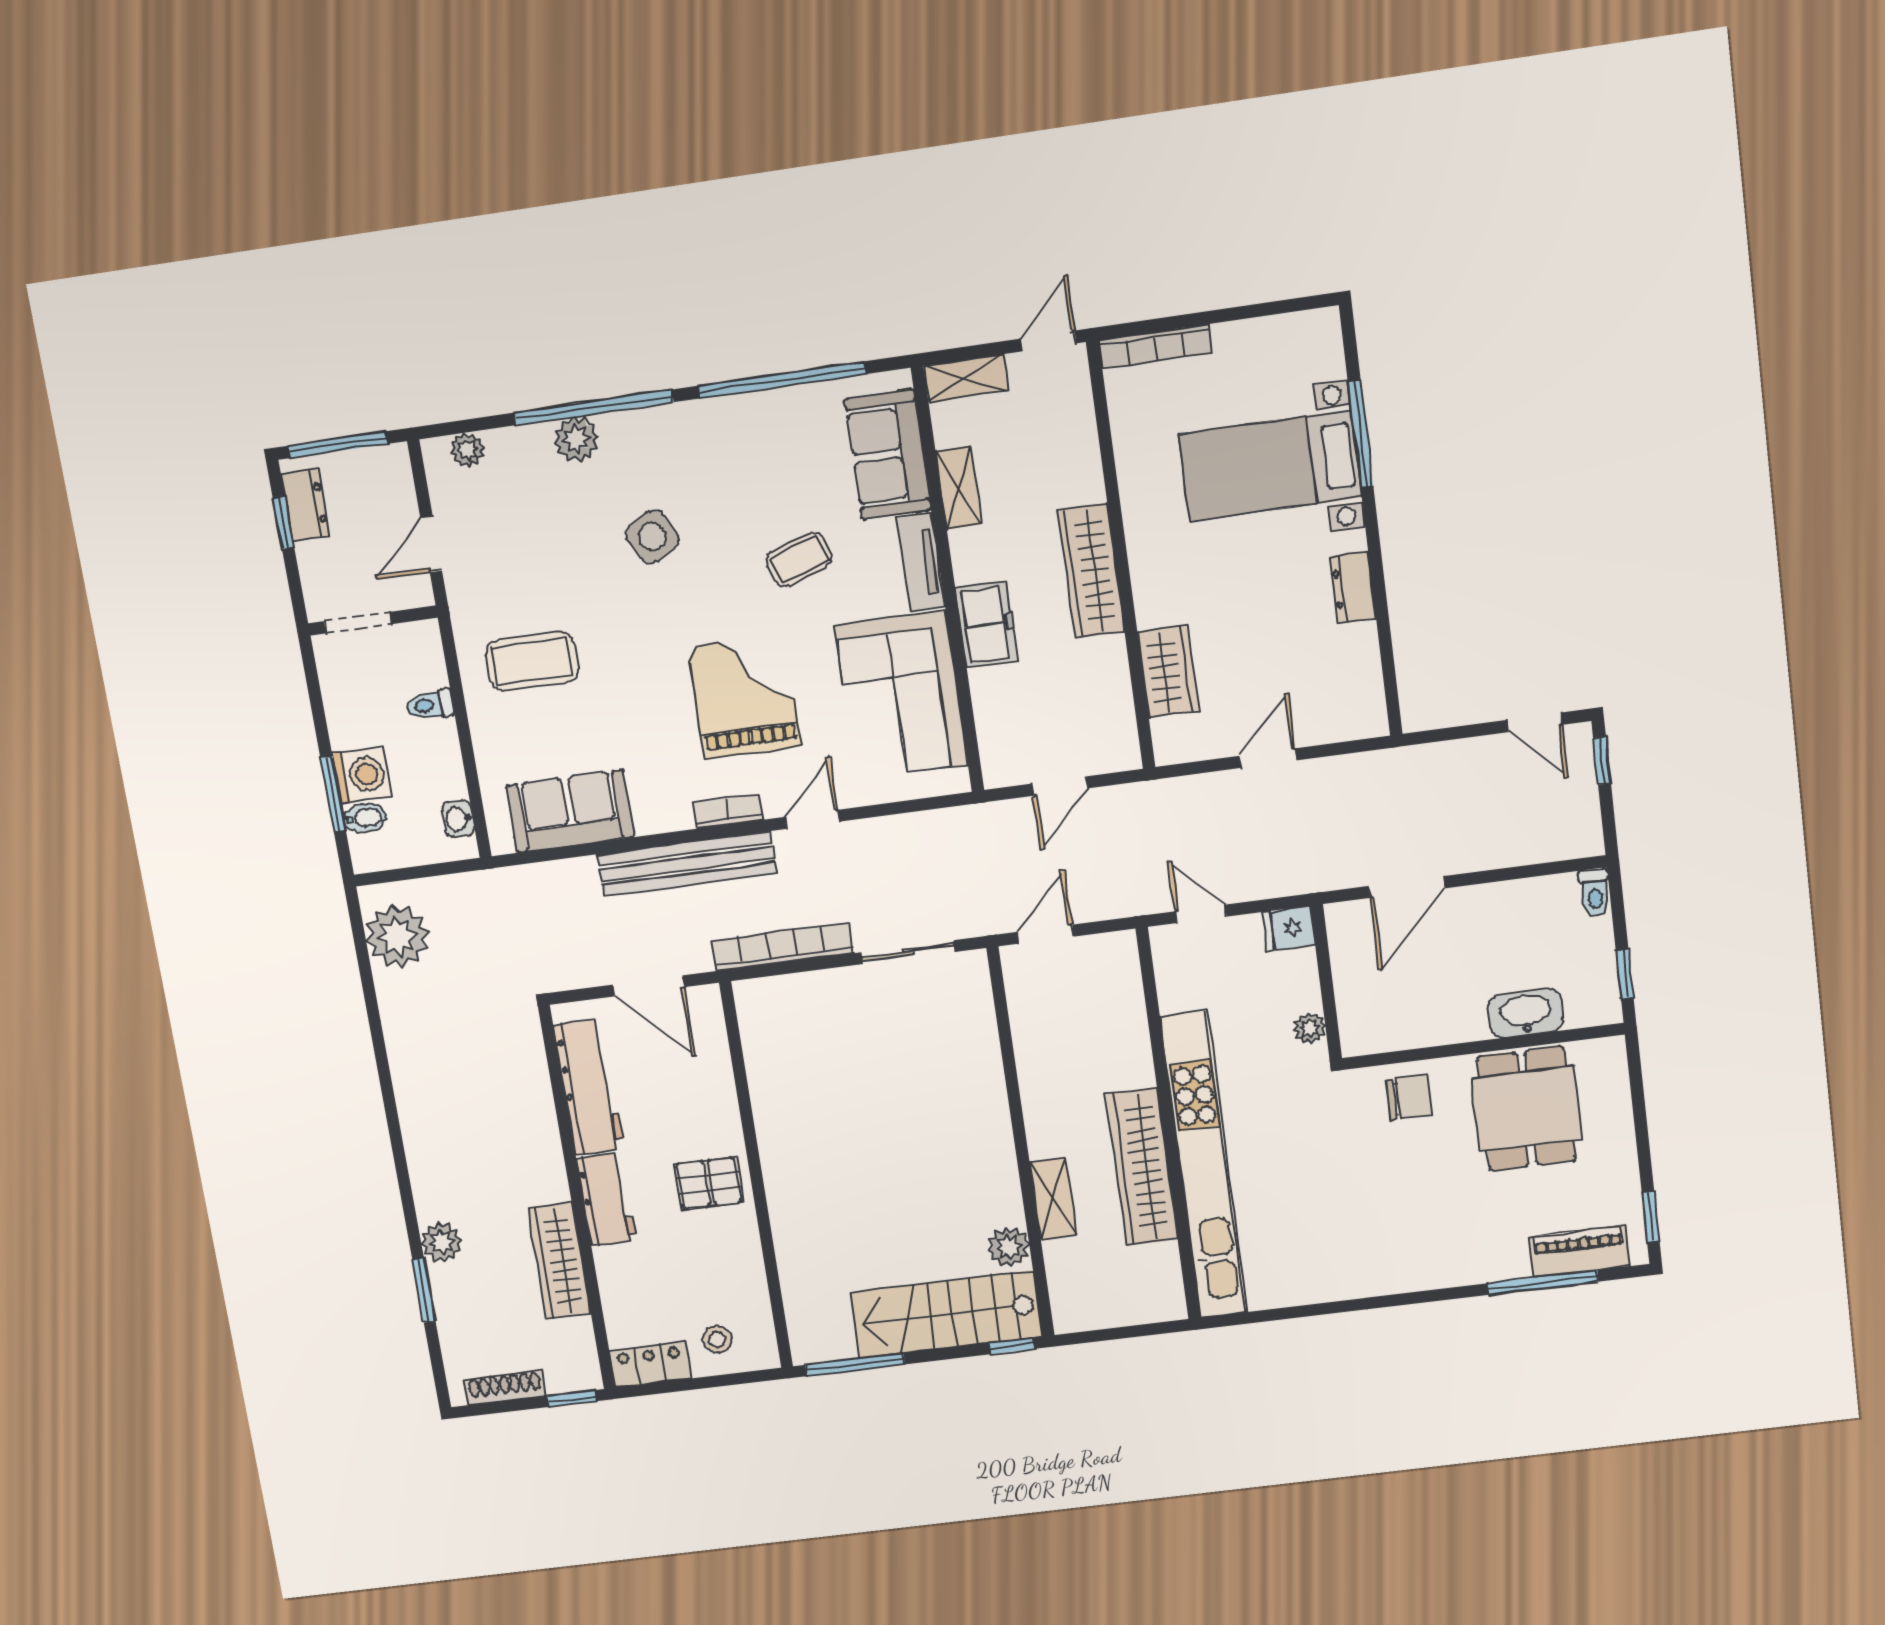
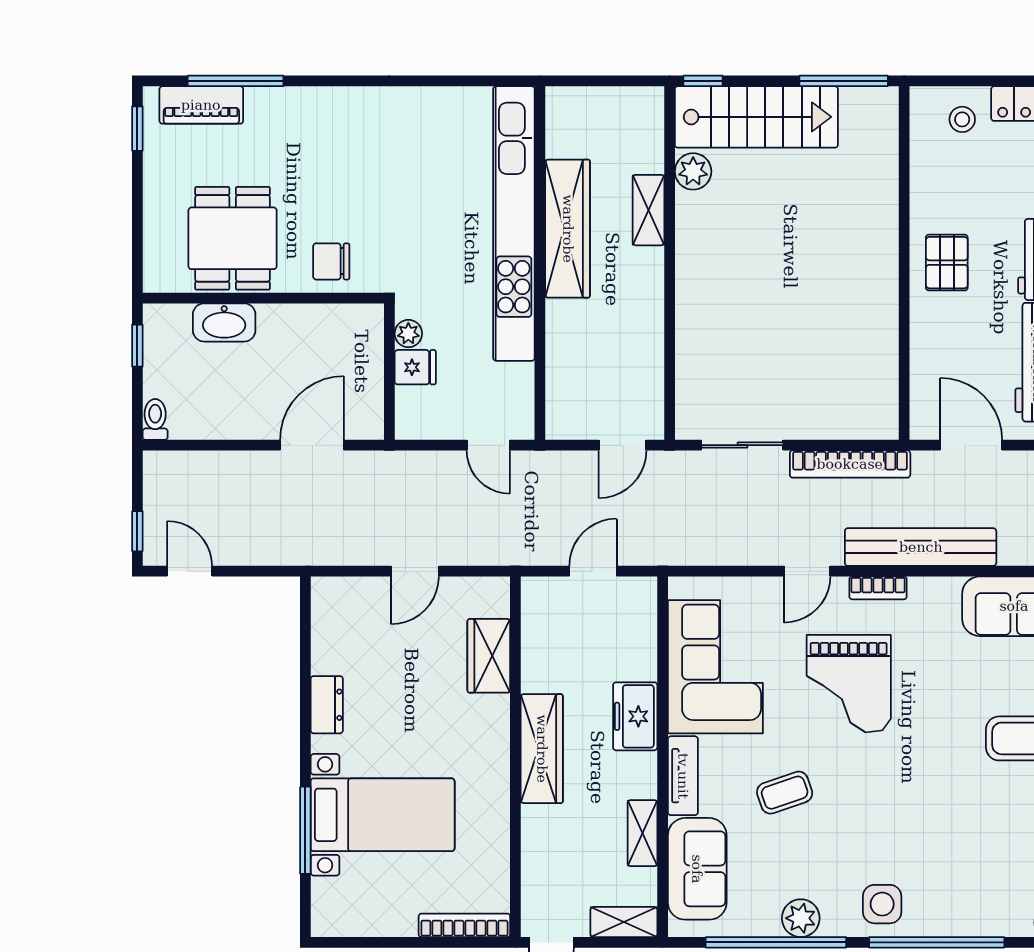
plant: (577, 439) -> (801, 918), moved
side table: (652, 537) -> (882, 904), moved, turned 30
fridge: (1289, 928) -> (415, 367), moved
pallet: (709, 1183) -> (947, 263), turned 90

